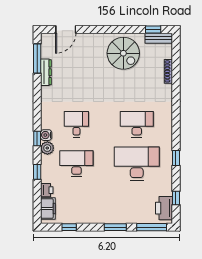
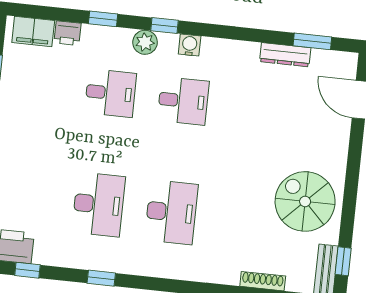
spiral stairs: (123, 53) -> (305, 201), turned 90
window: (37, 58) -> (312, 41), width x0.69
water cooler: (46, 135) -> (190, 45), moved
desk: (76, 164) -> (110, 93), width x0.73
desk: (137, 164) -> (99, 204), width x0.73, depth x0.77

